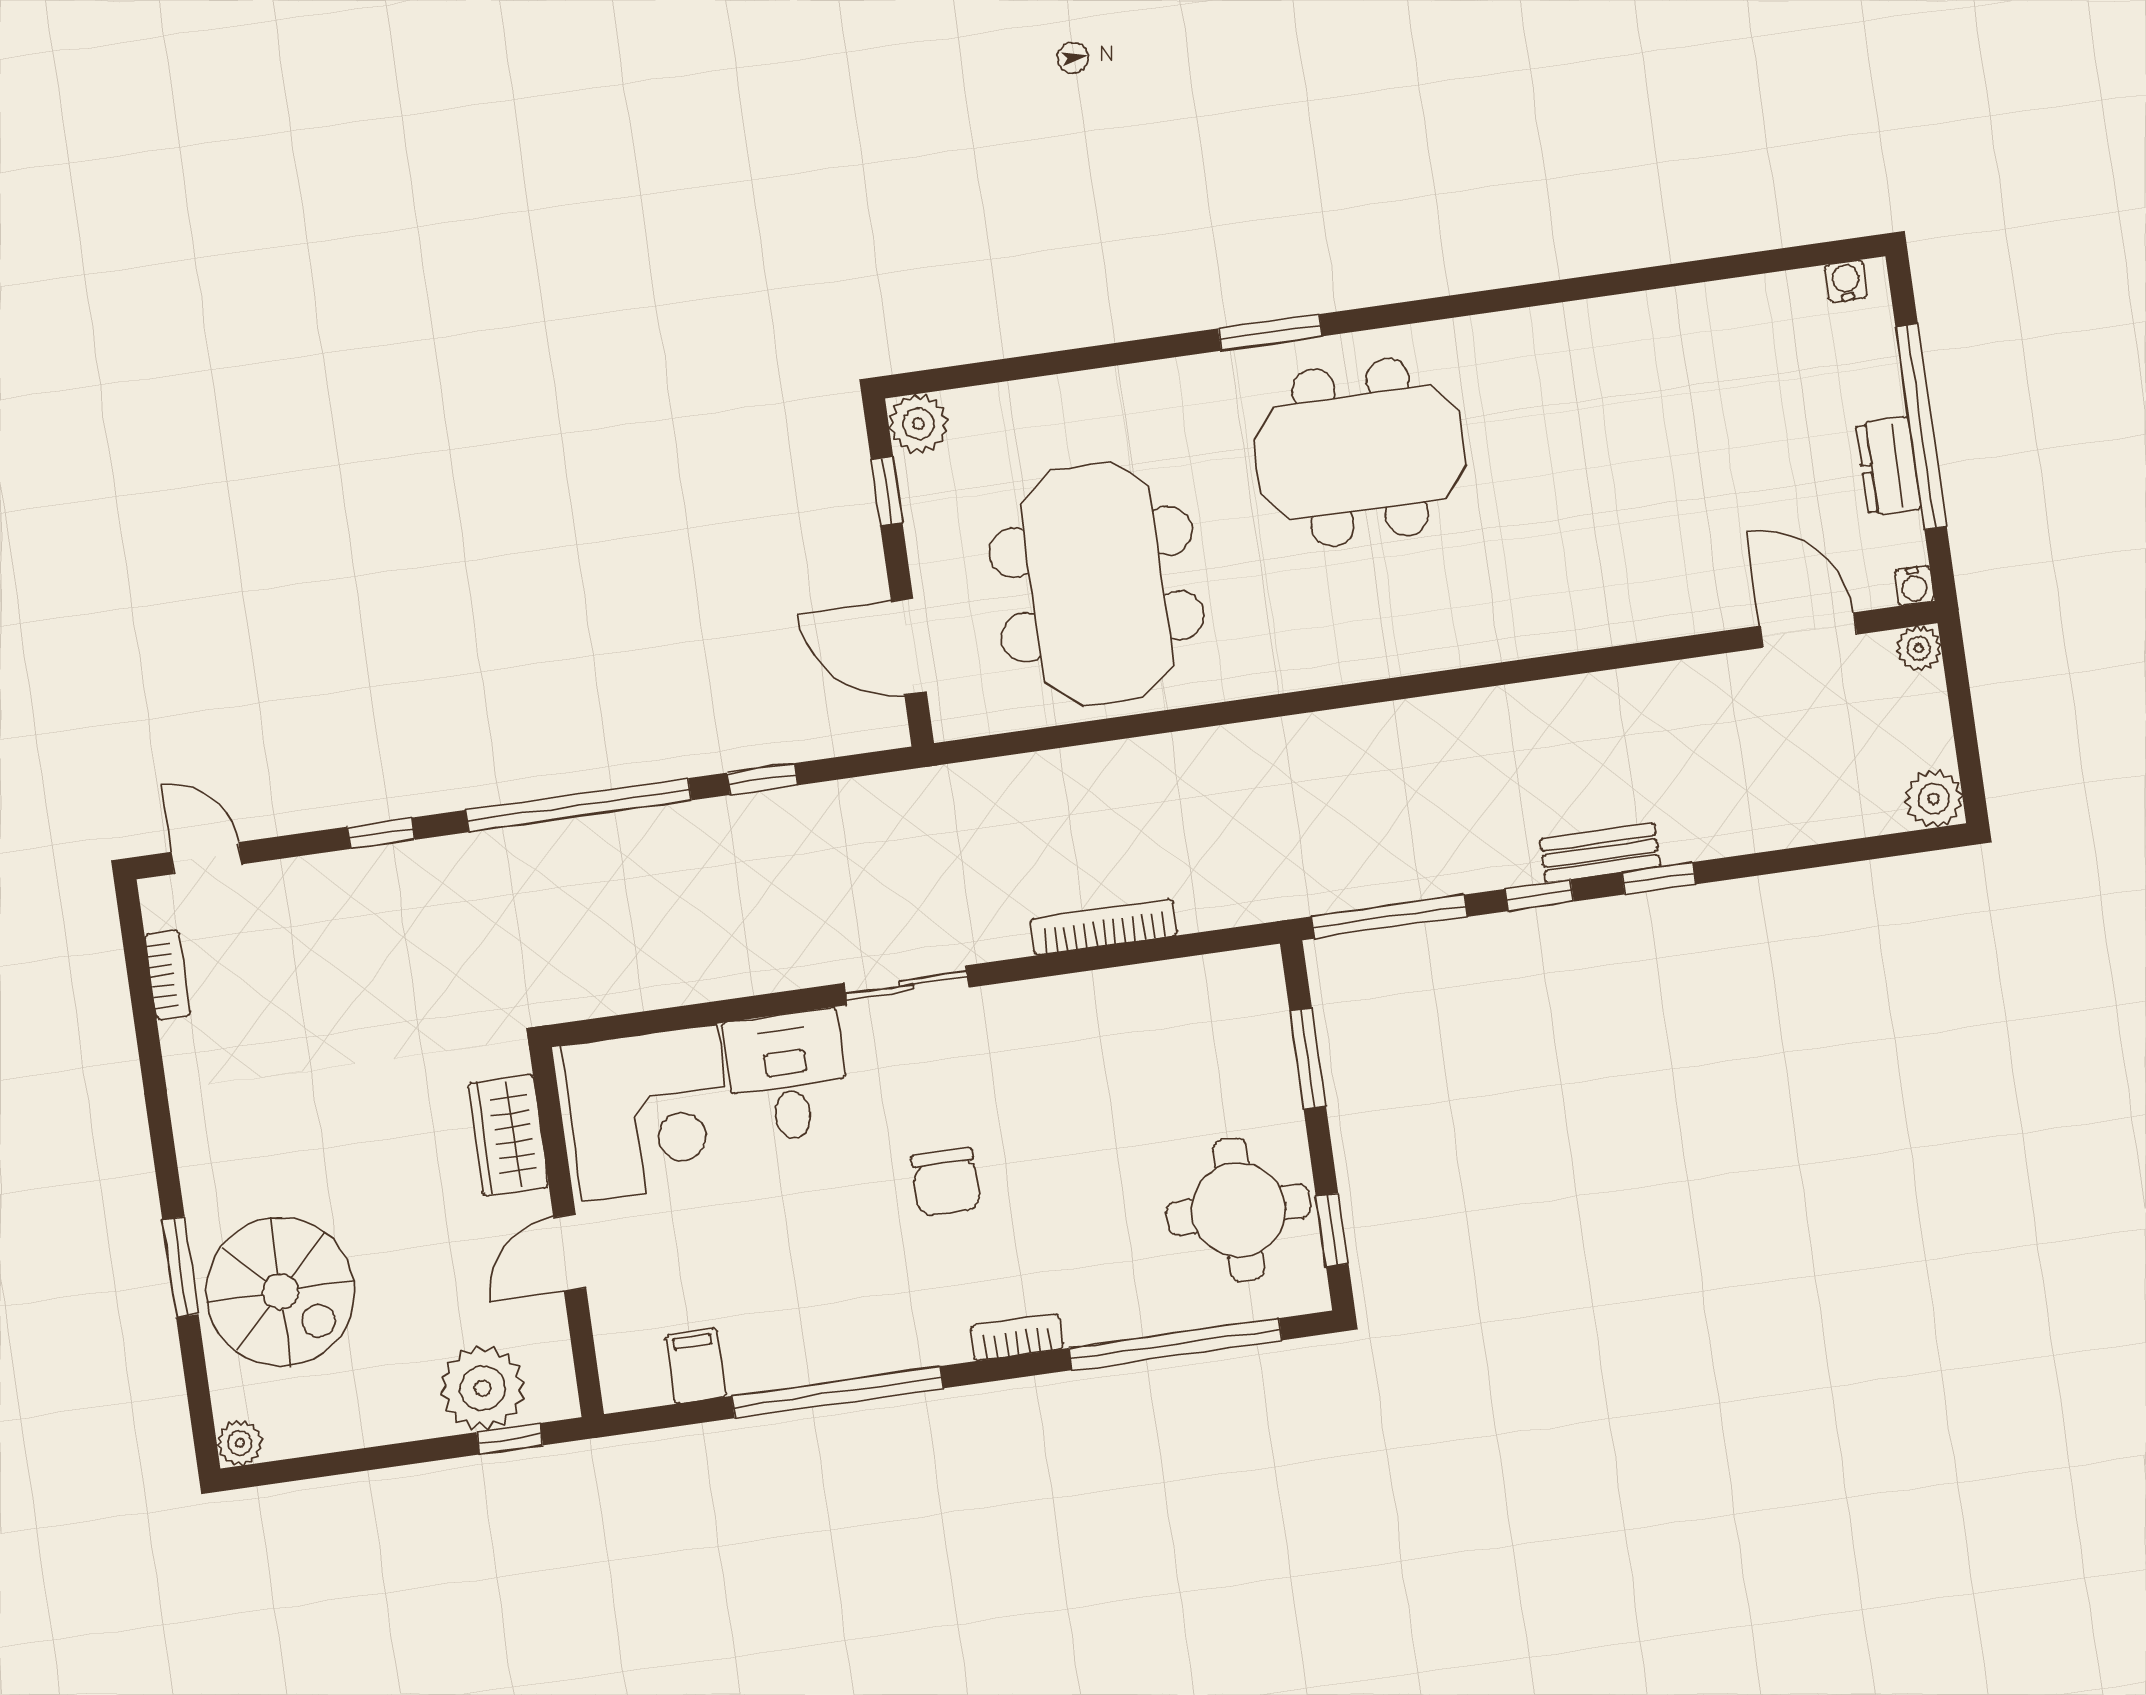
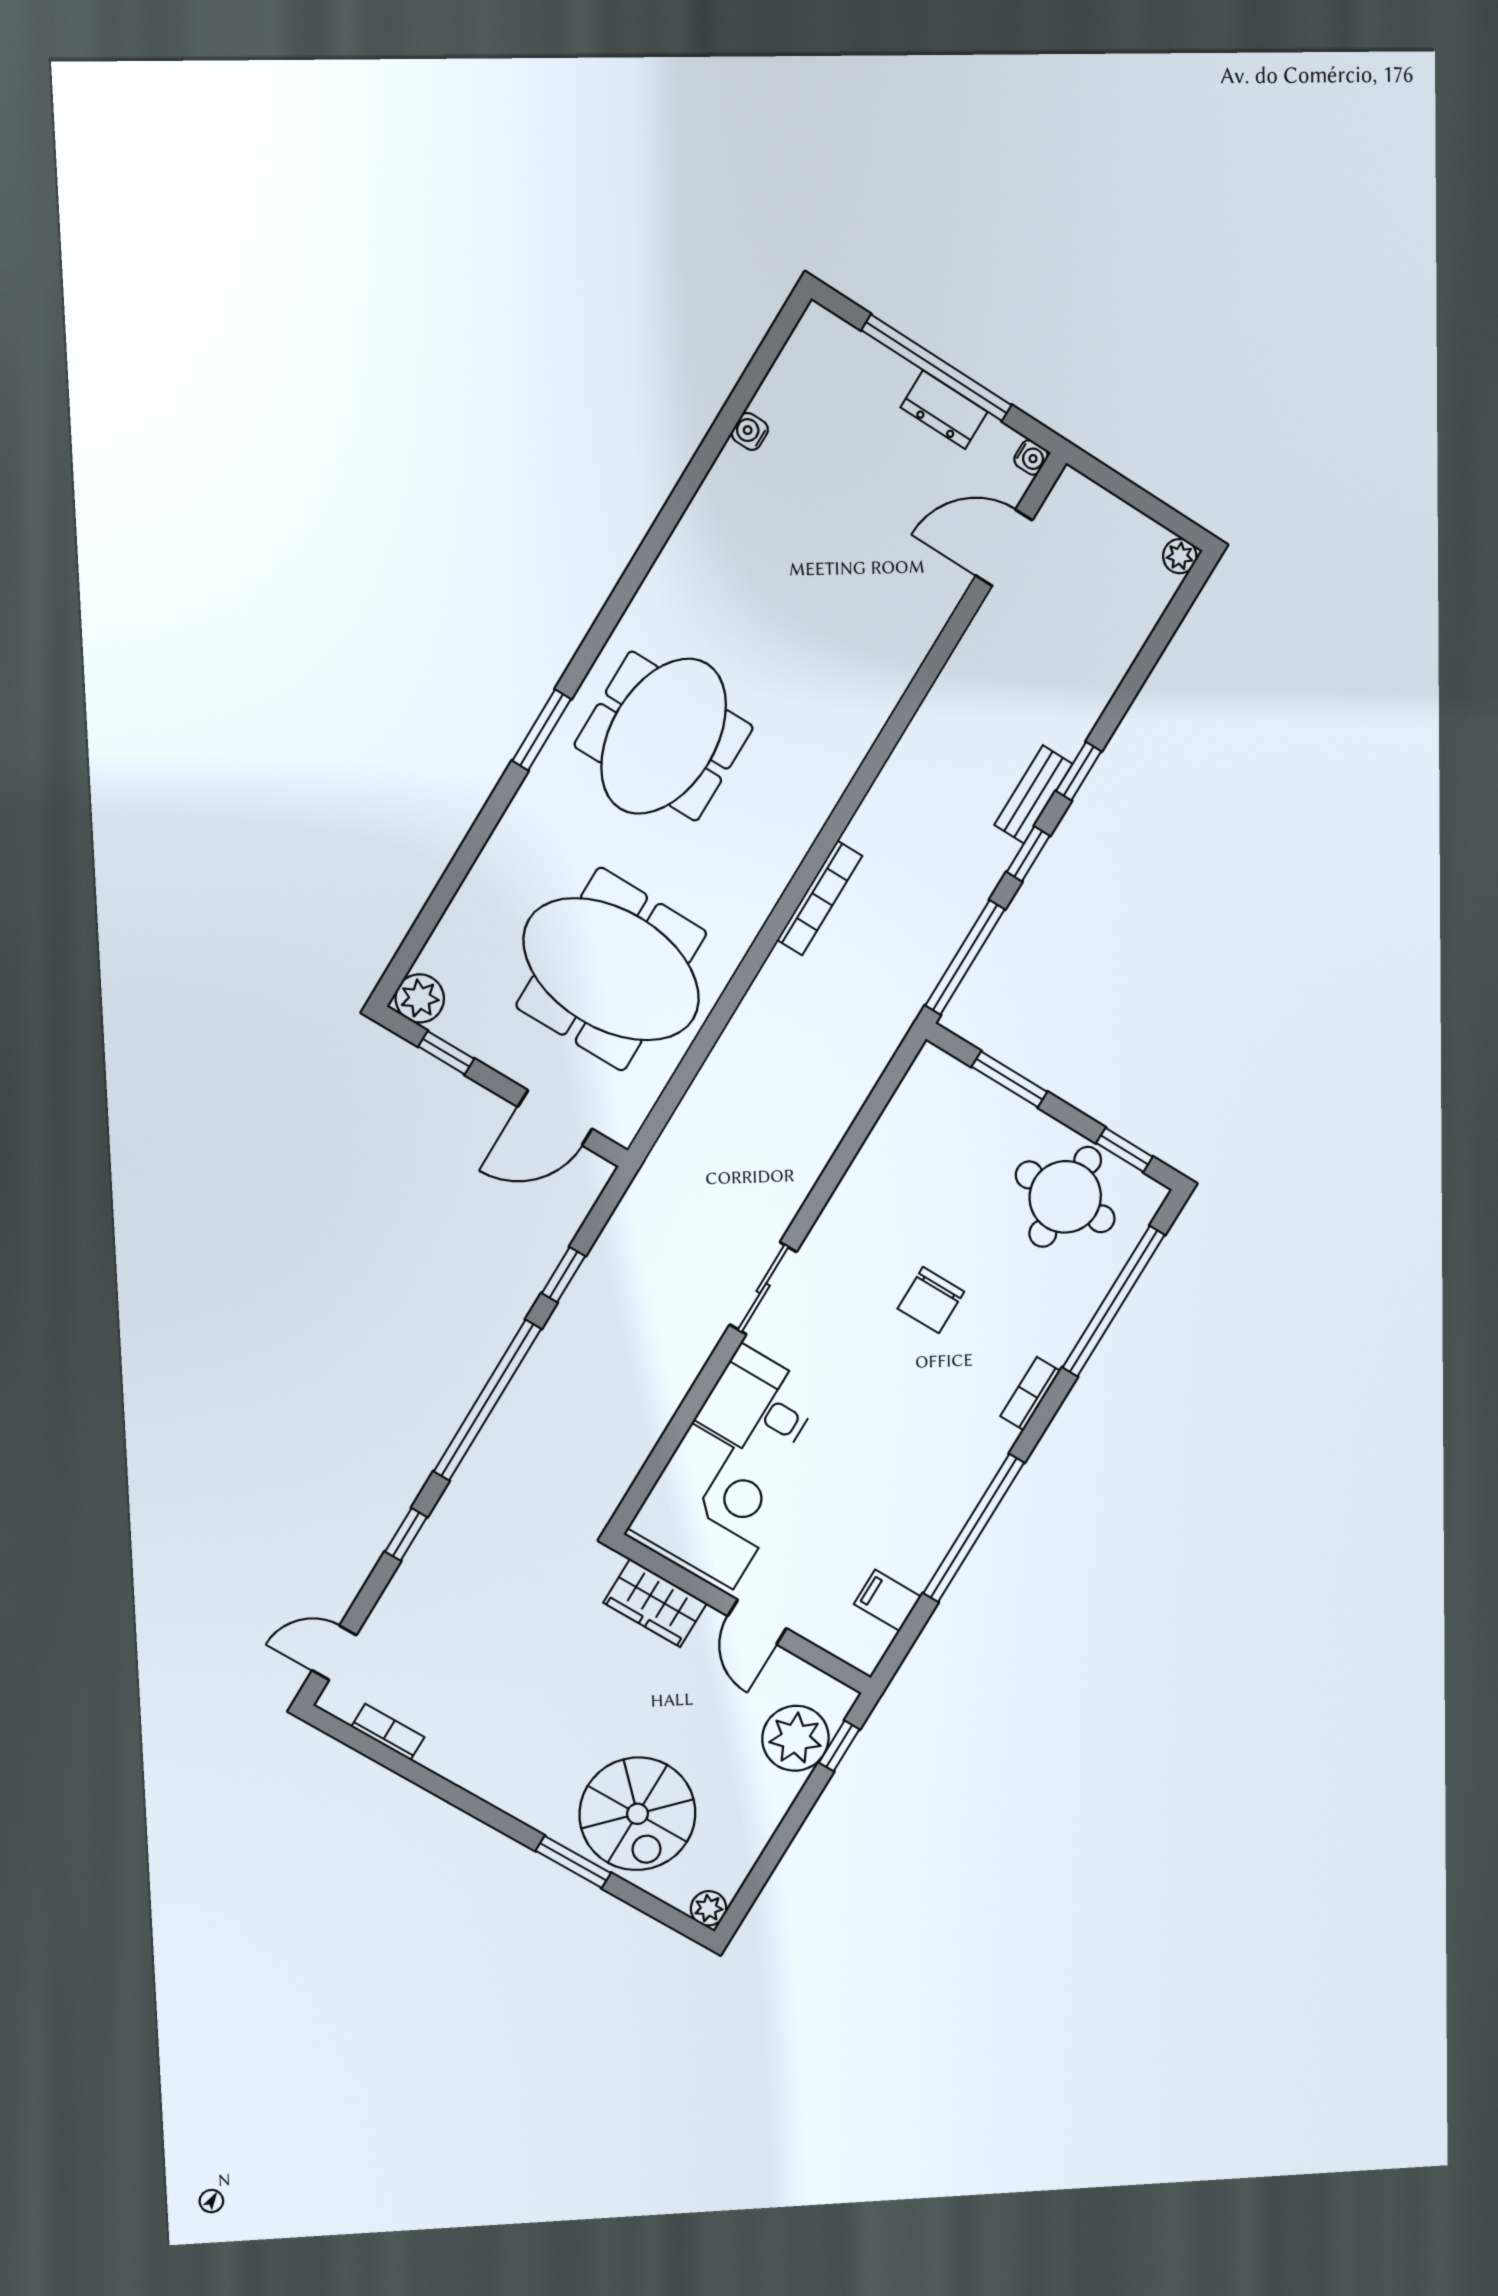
water cooler: (1846, 281) -> (750, 431), moved
plant: (1919, 648) -> (1072, 488), removed
plant: (1934, 799) -> (1180, 556), width x0.73, depth x0.73
bookcase: (1104, 927) -> (820, 898), moved, turned 180
chair: (946, 1182) -> (931, 1300), moved, turned 90
spiral stairs: (280, 1292) -> (637, 1814), turned 90

